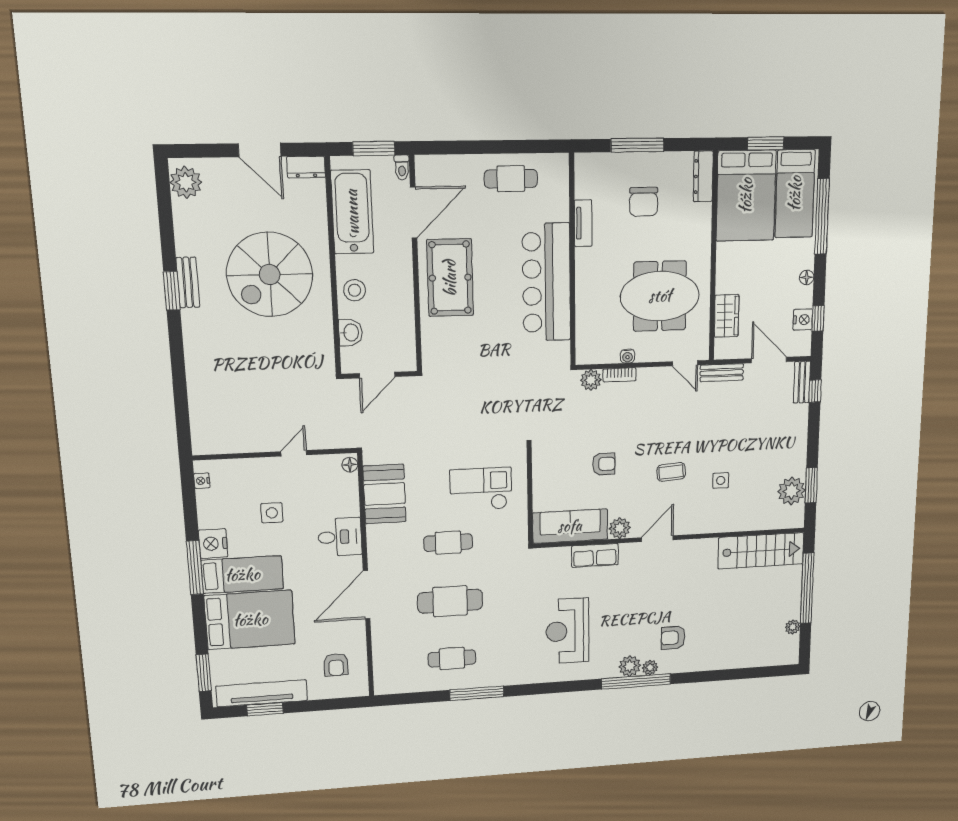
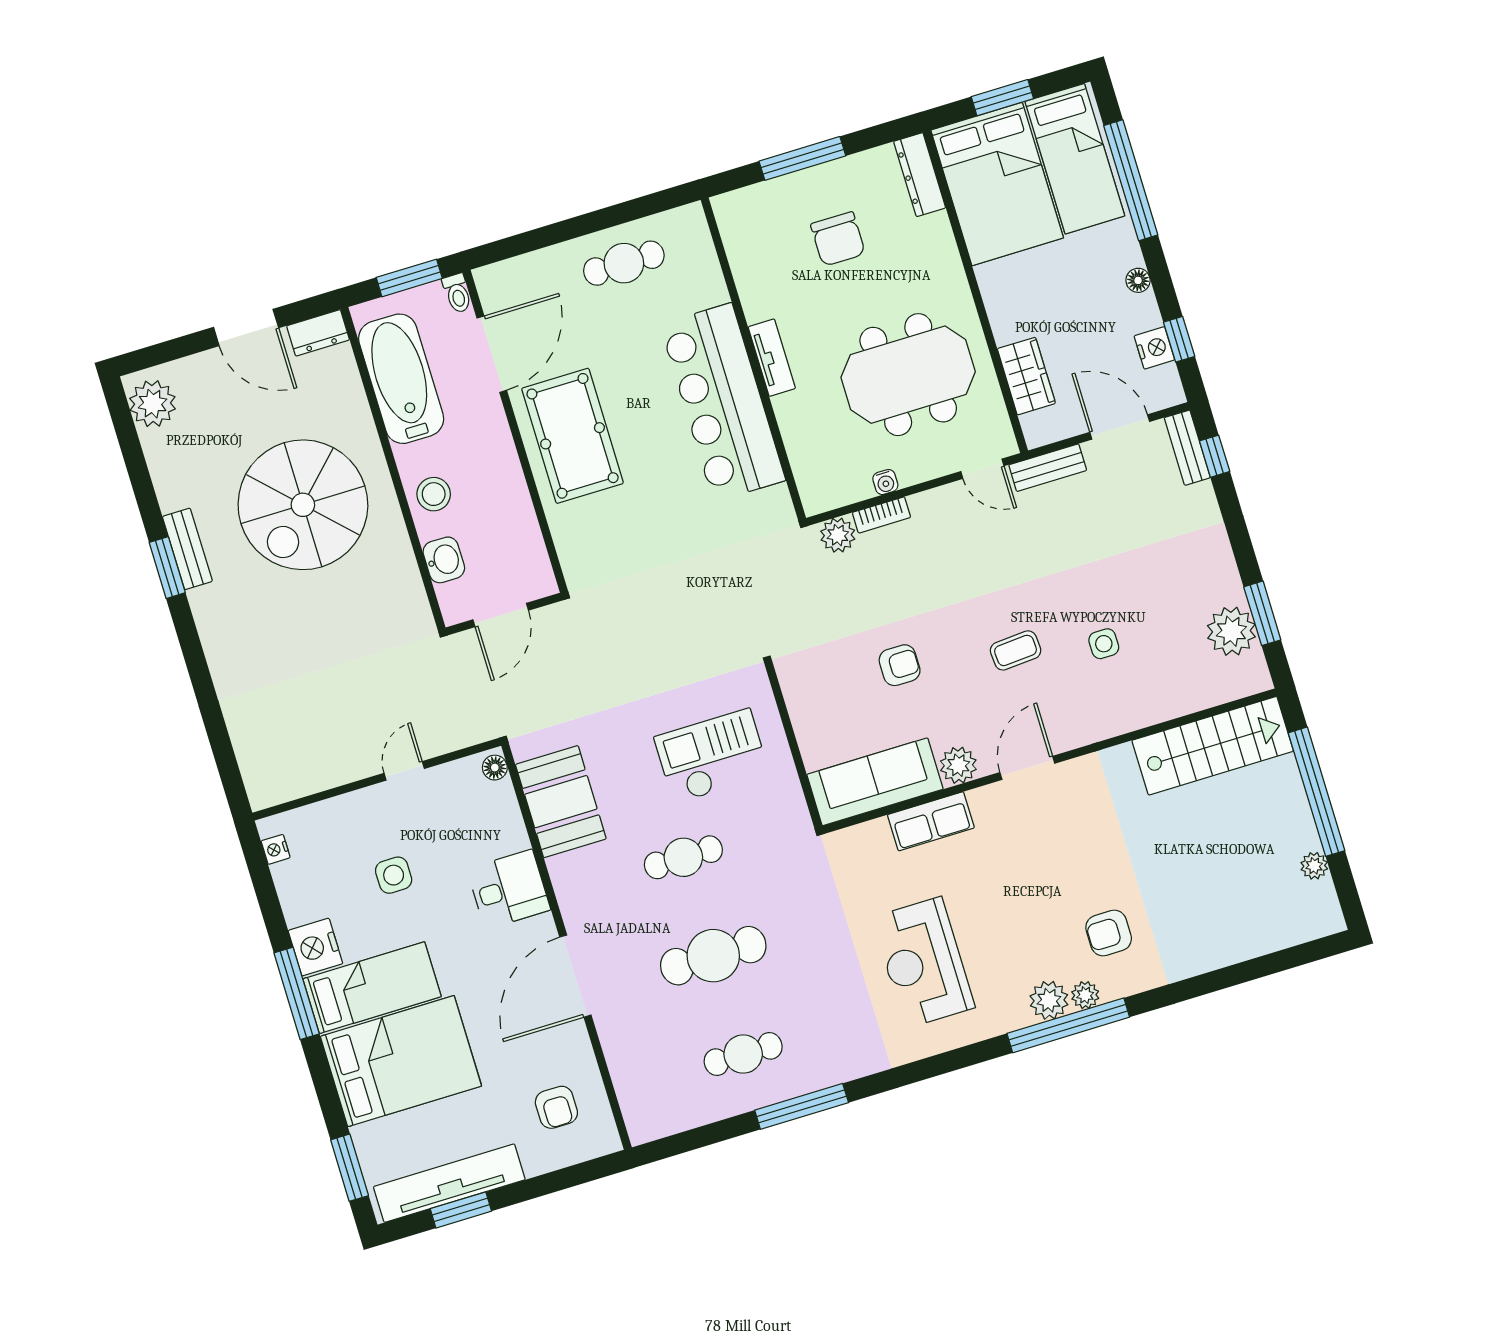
tv unit: (583, 223) -> (772, 358), moved

